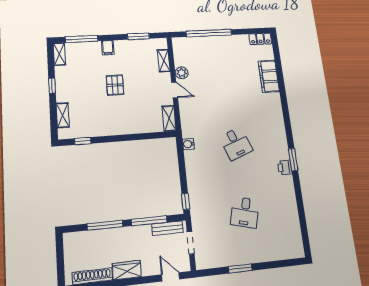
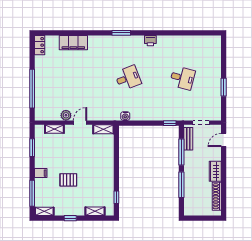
pallet: (115, 85) -> (68, 180), moved
window: (293, 160) -> (121, 33), moved

